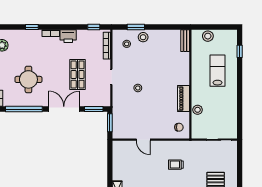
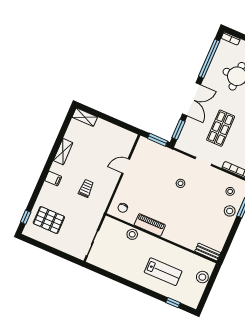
shop shelf: (78, 74) -> (221, 128), turned 90

